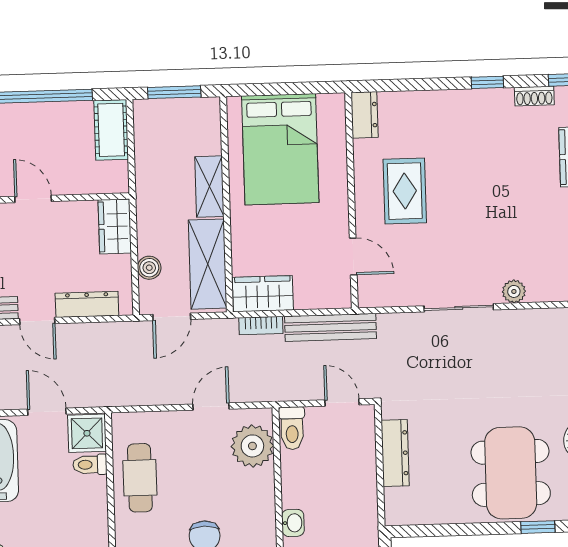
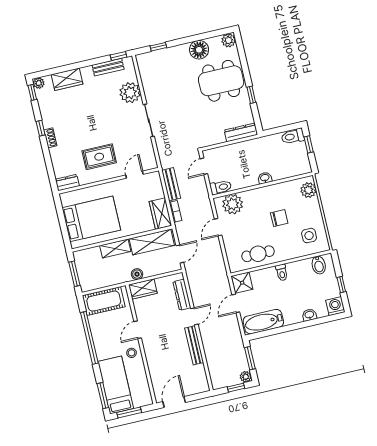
shoe rack: (534, 96) -> (50, 138), moved
cot: (111, 130) -> (104, 301), width x1.37, depth x1.34
boiler: (149, 268) -> (137, 274), moved
plant: (514, 291) -> (130, 93), width x1.87, depth x1.87
door: (172, 317) -> (180, 254), hinge flipped
bench: (331, 327) -> (171, 184), width x0.73
door: (211, 407) -> (218, 227), hinge flipped
dresser: (395, 453) -> (241, 132), moved
toilet: (90, 465) -> (282, 273), moved
window: (538, 527) -> (251, 95), moved

